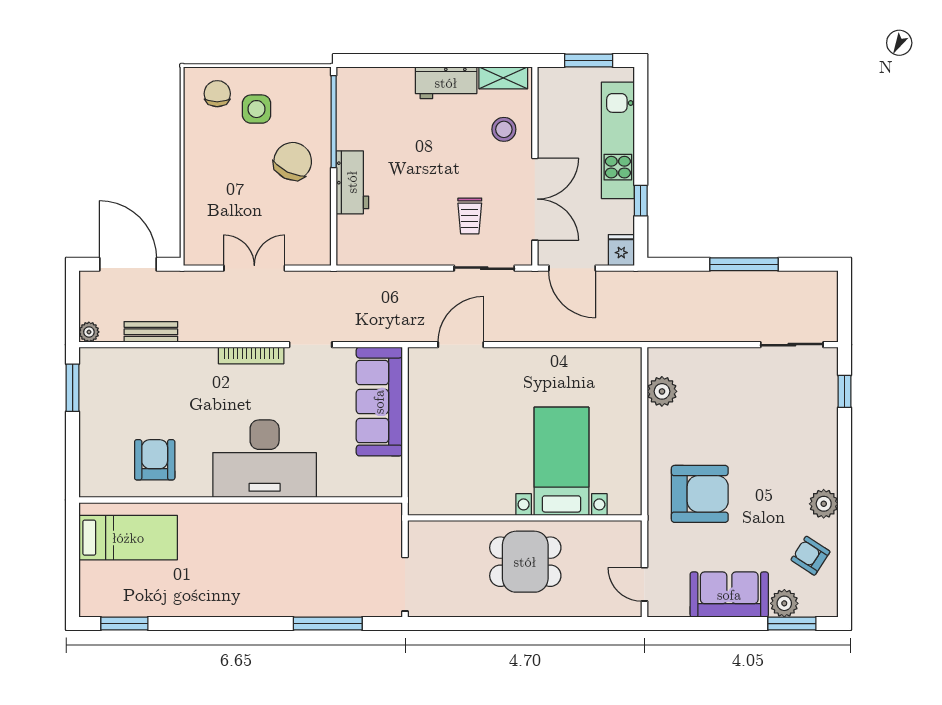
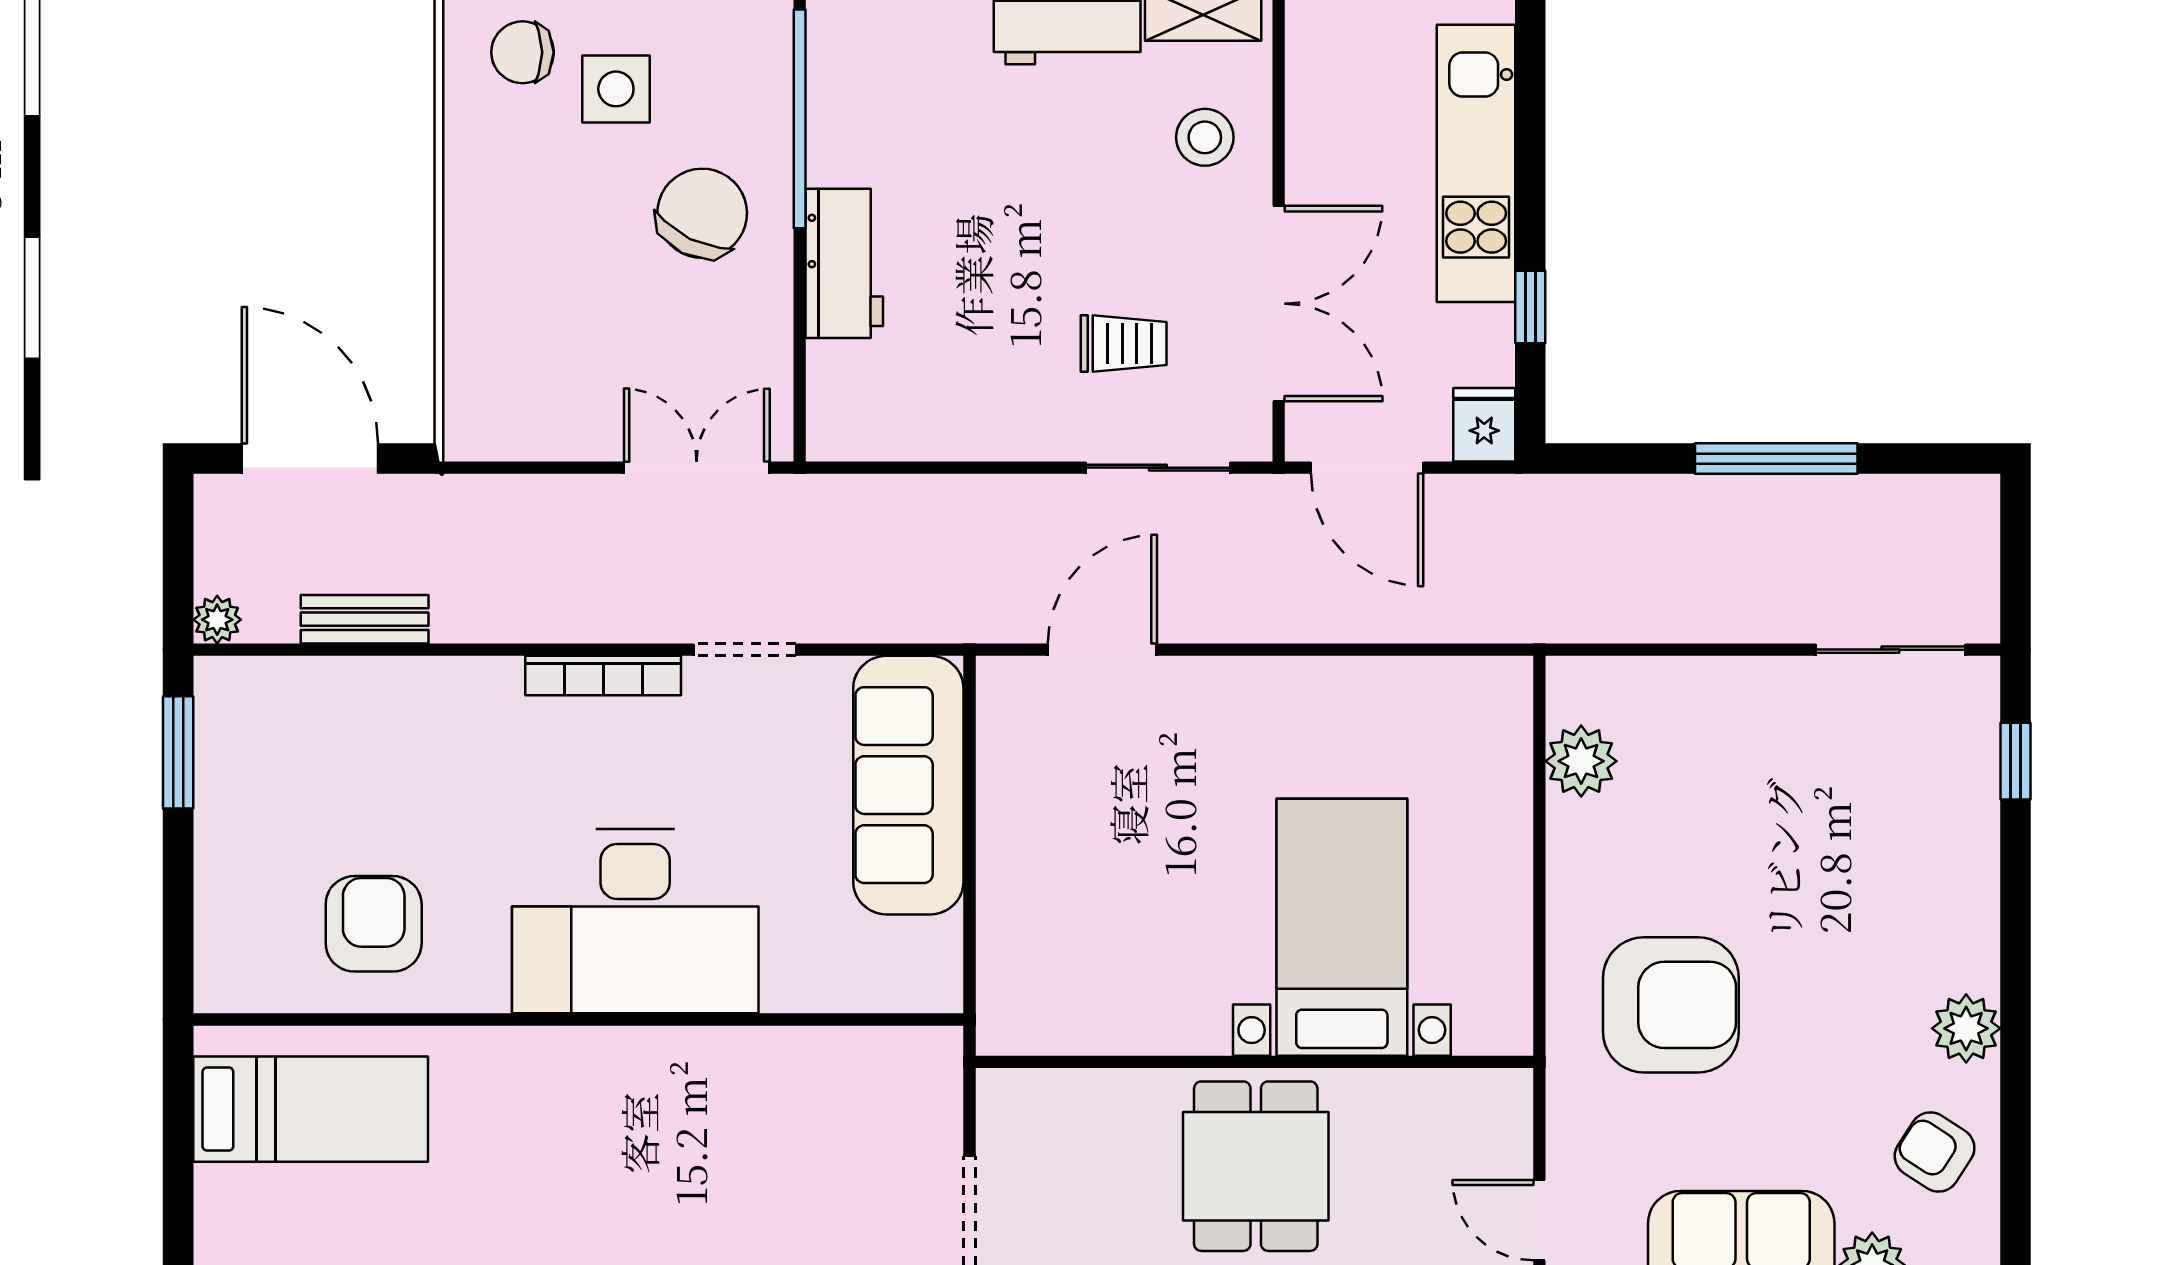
chair: (217, 94) -> (523, 52), turned -90
trolley: (470, 216) -> (1124, 344), turned -90
double door: (254, 268) -> (697, 468), moved
dining table: (525, 562) -> (1256, 1166), turned 90

